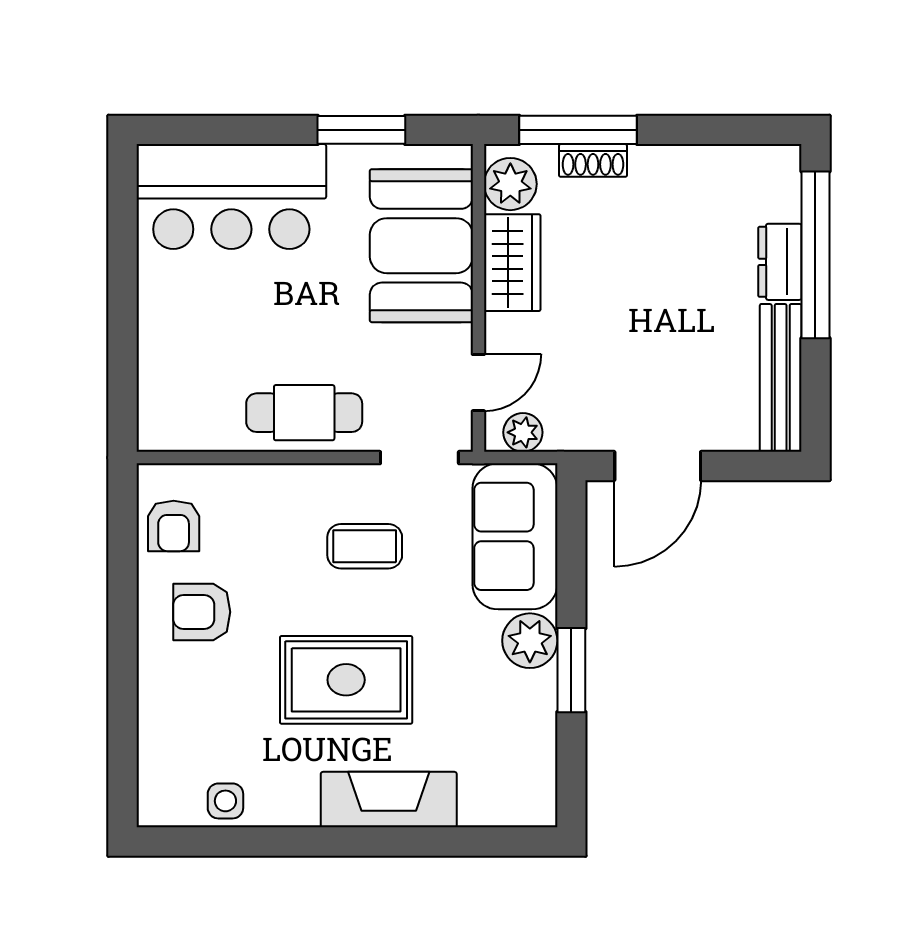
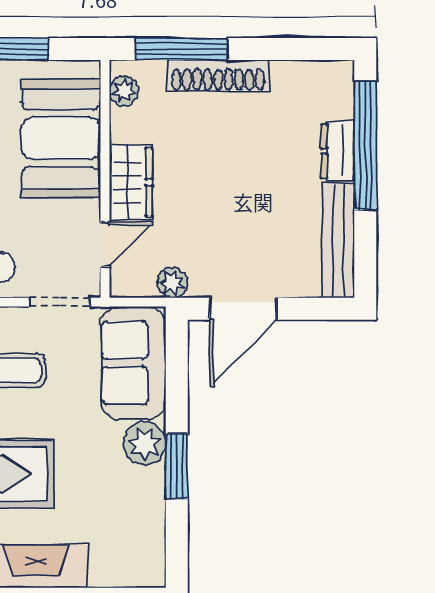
shoe rack: (593, 160) -> (218, 76), width x1.94, depth x1.24
plant: (510, 184) -> (124, 91), width x0.73, depth x0.73
wardrobe: (512, 263) -> (131, 182), moved
plant: (523, 432) -> (172, 283), moved

